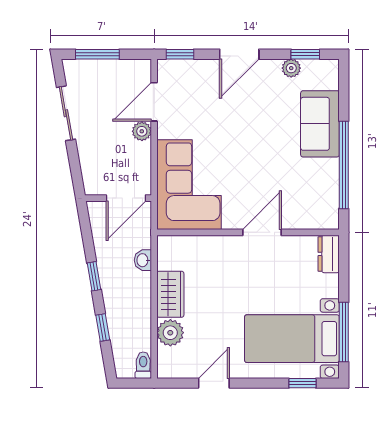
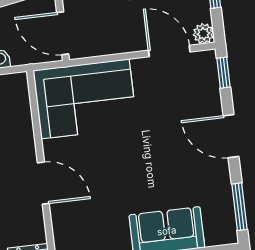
window: (305, 54) -> (239, 207), width x1.50
plant: (291, 68) -> (223, 193), removed
plant: (142, 131) -> (203, 34), moved

